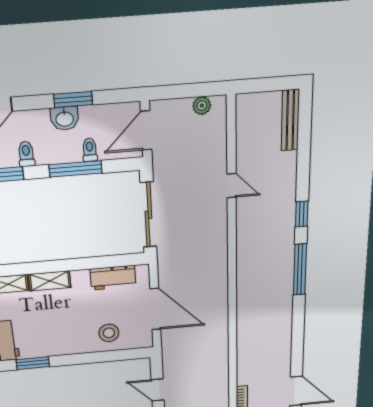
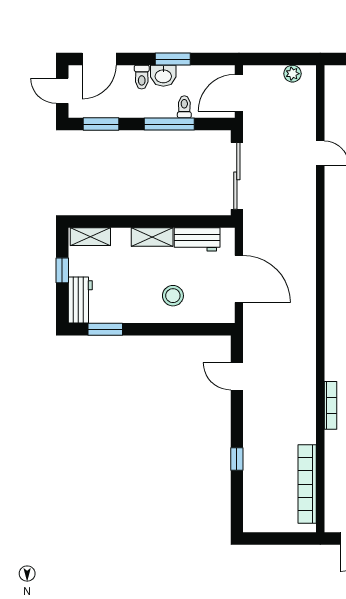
toilet: (26, 154) -> (142, 77), moved, turned 180
shelving: (50, 281) -> (152, 237), moved
stool: (109, 333) -> (173, 296), moved

